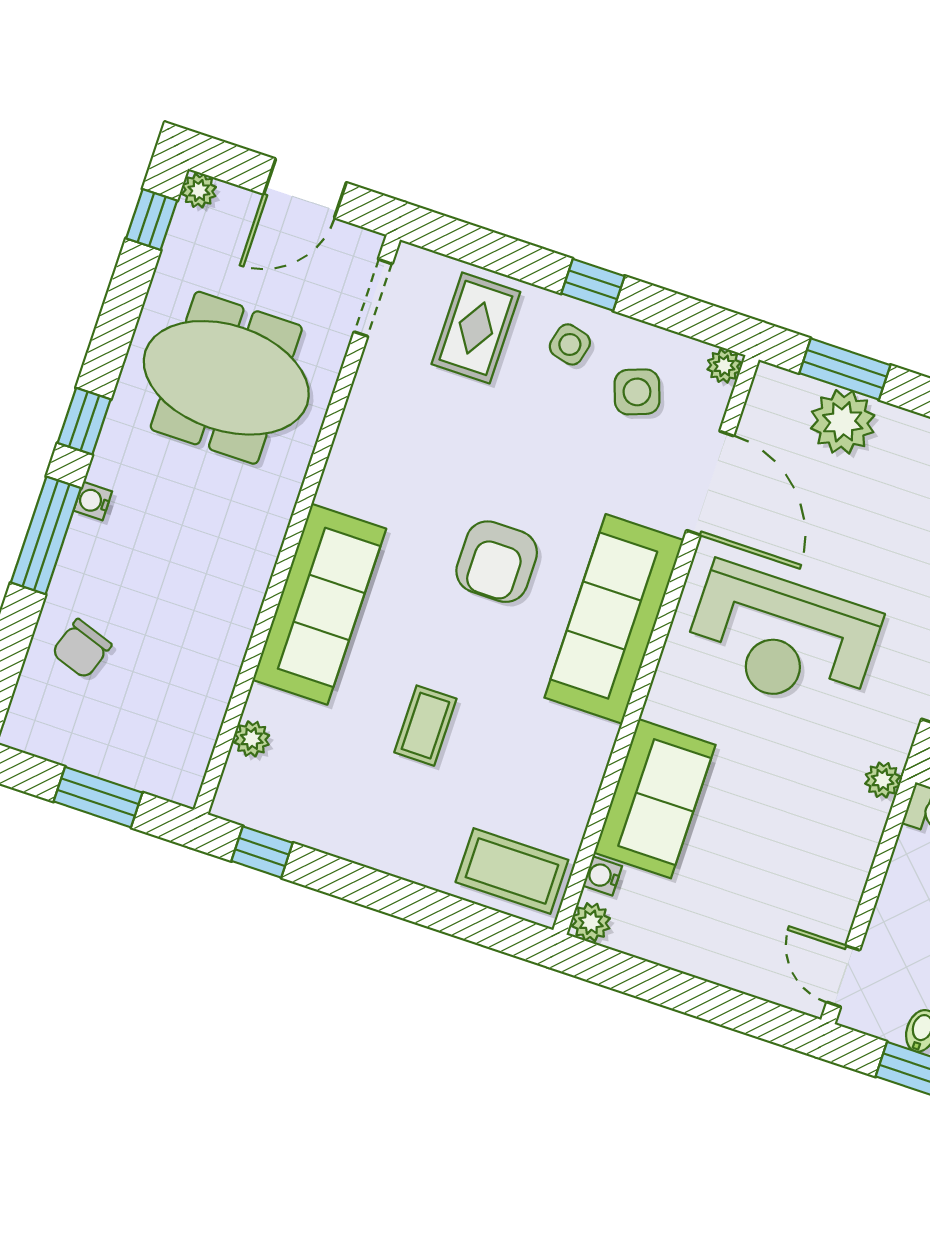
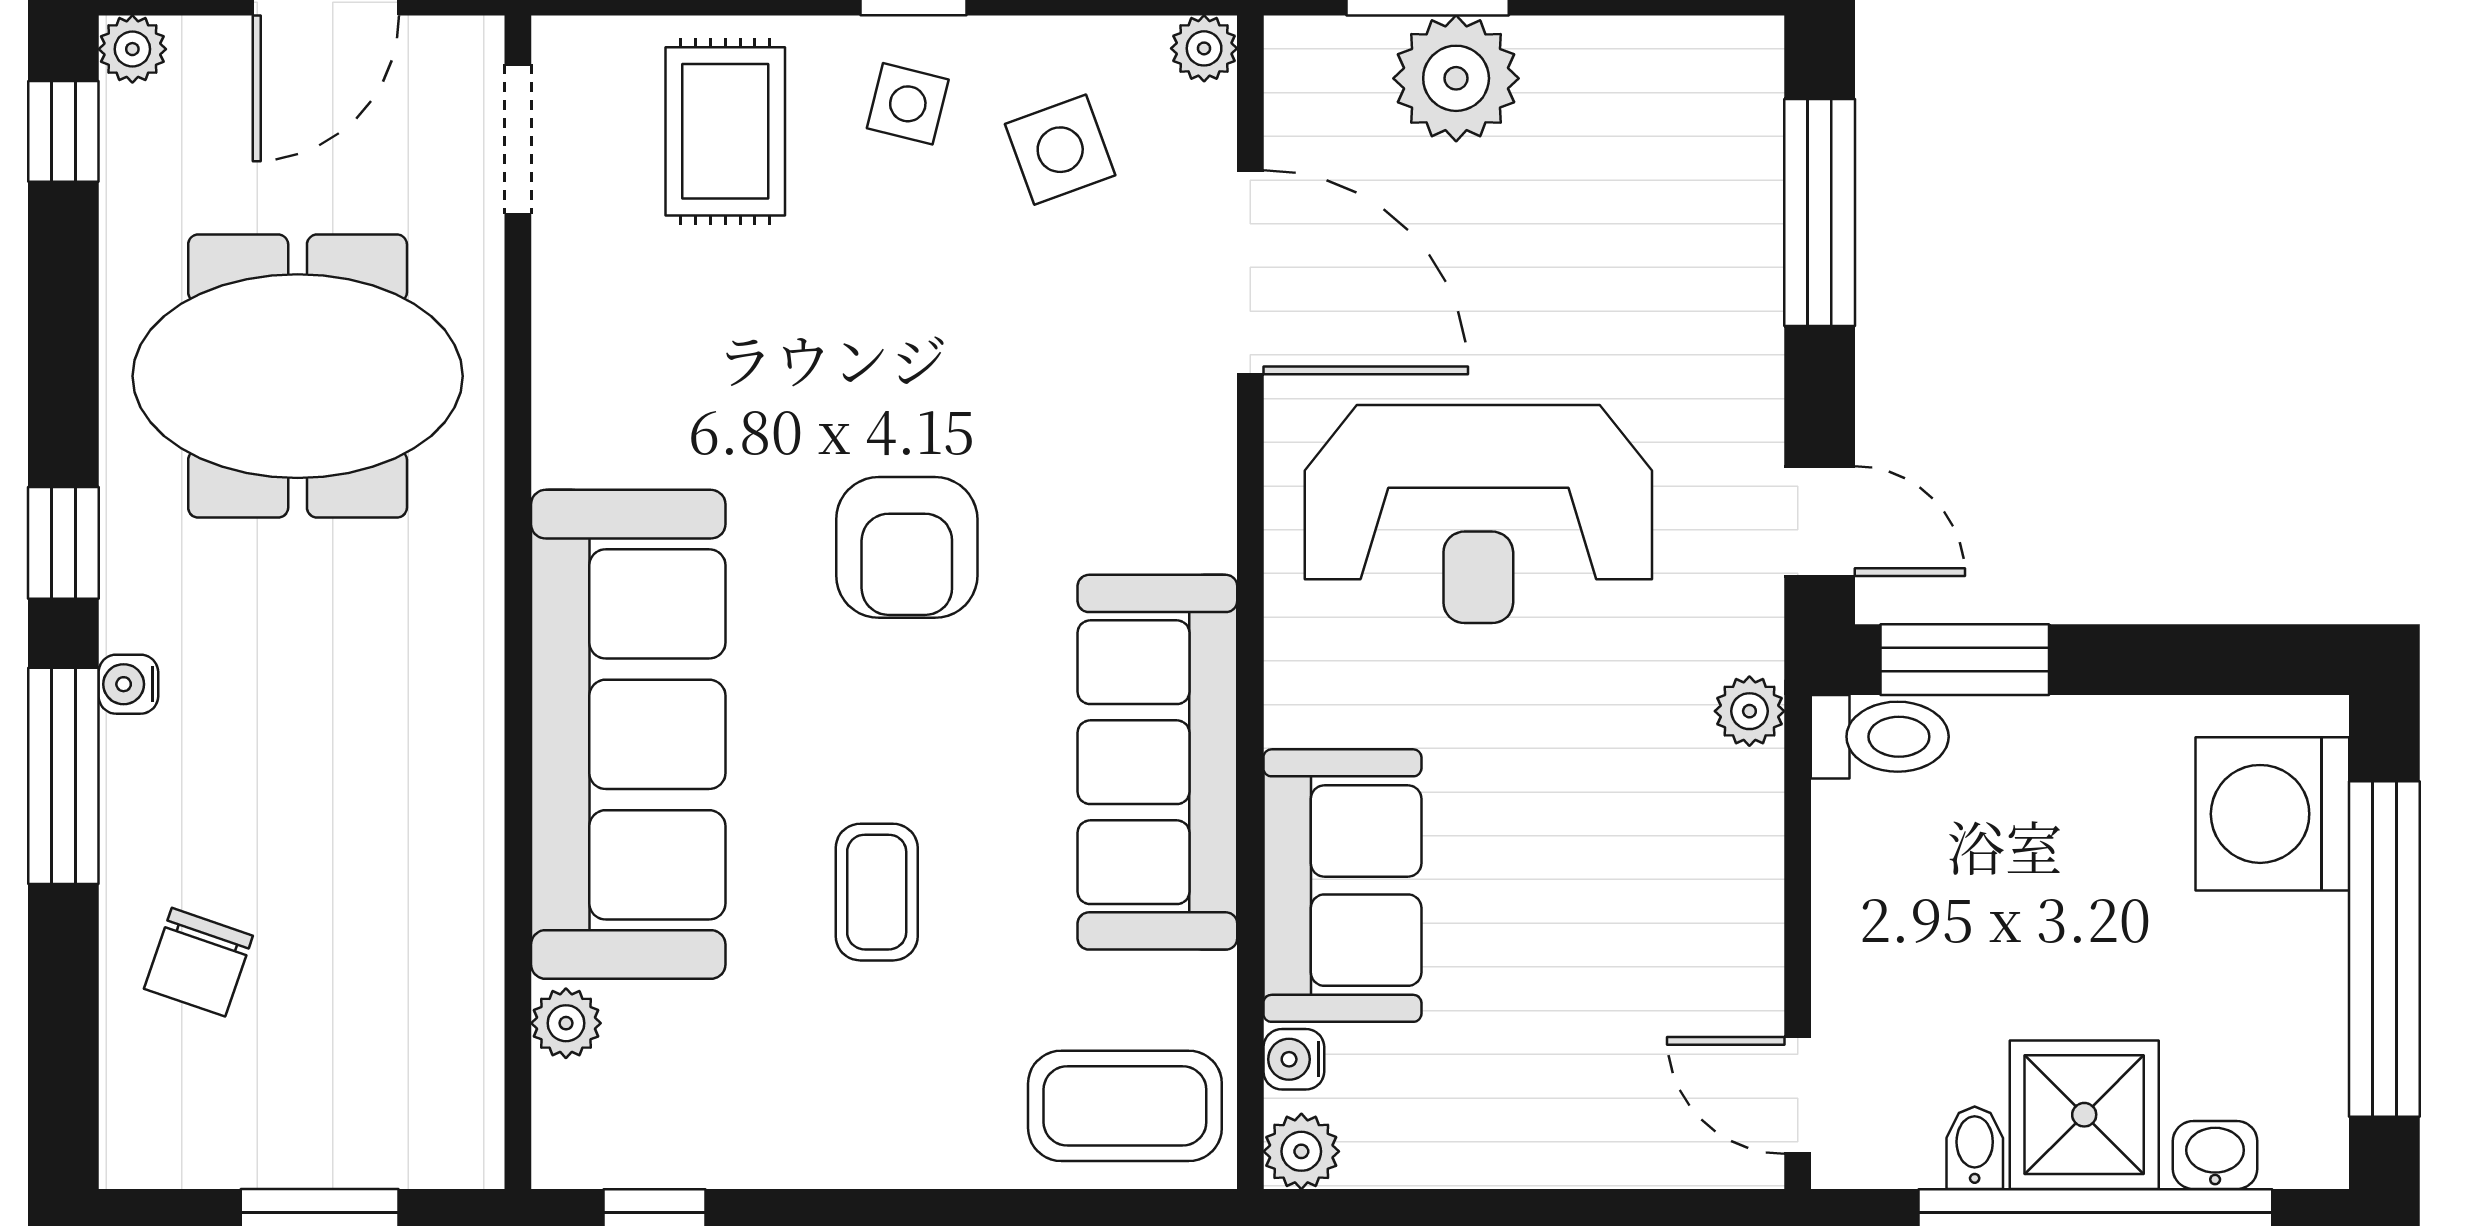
sofa: (319, 604) -> (628, 734), width x1.36, depth x1.27
sofa: (614, 619) -> (1157, 762), moved

